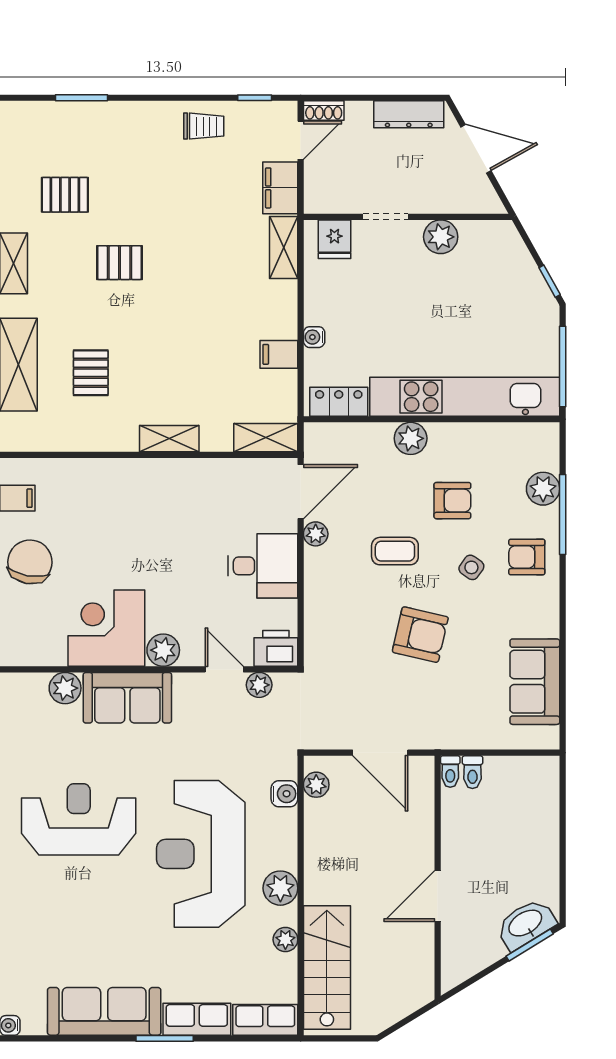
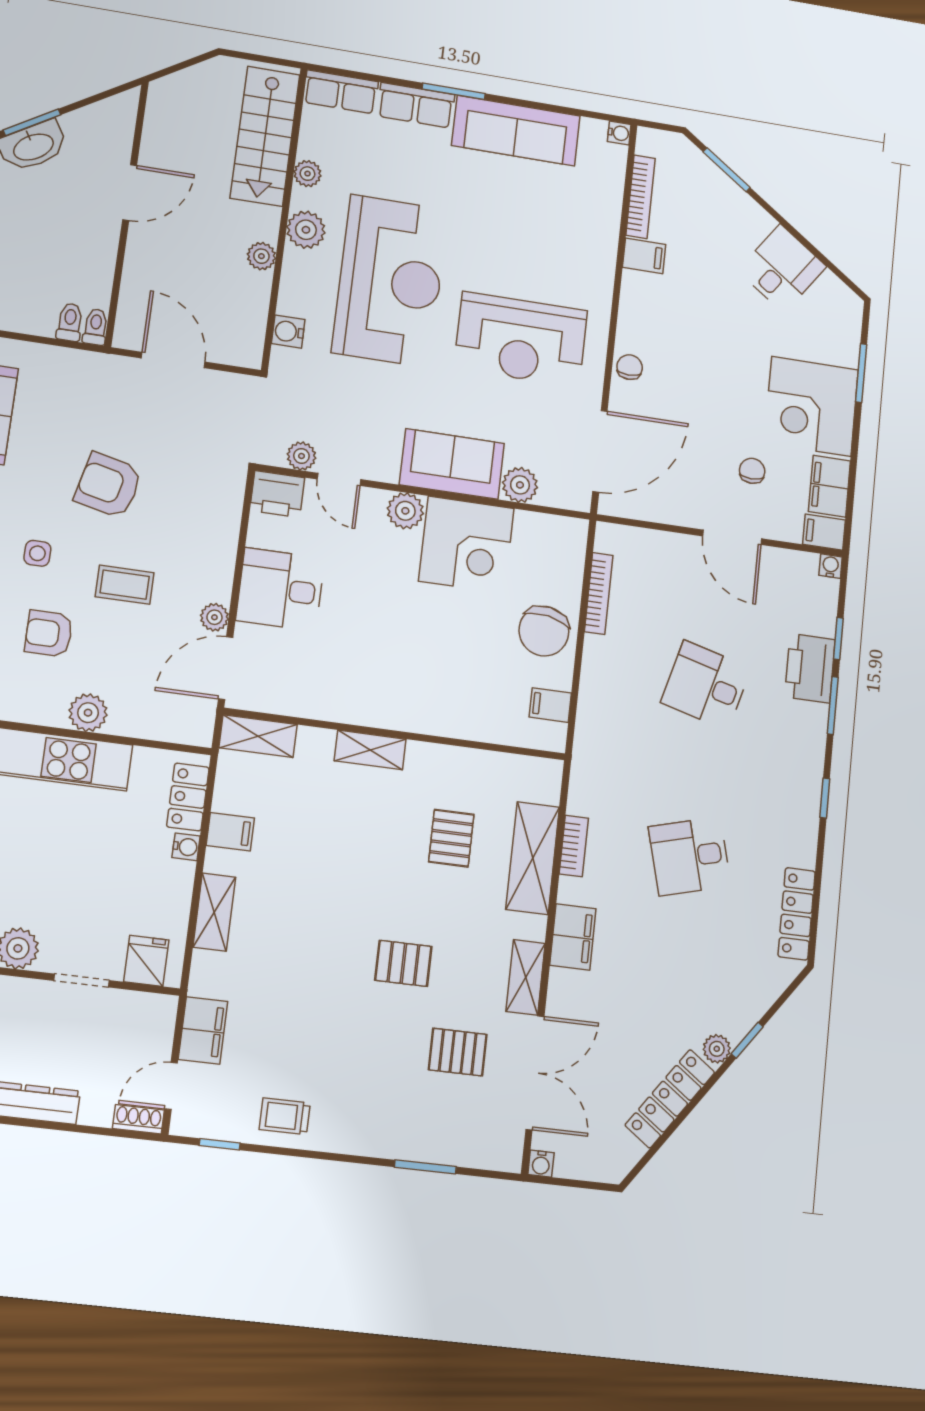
shelving: (284, 247) -> (214, 912), moved
locker: (339, 402) -> (188, 797), moved, turned 90
side table: (471, 567) -> (37, 553), turned -35
plant: (316, 785) -> (261, 256), moved

